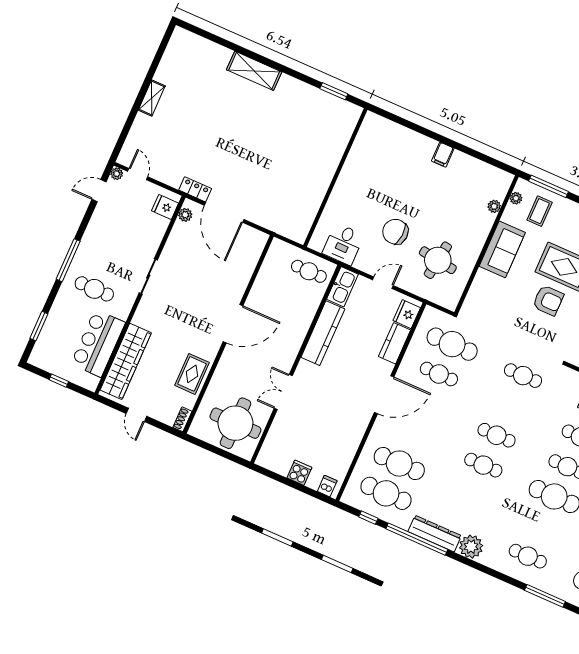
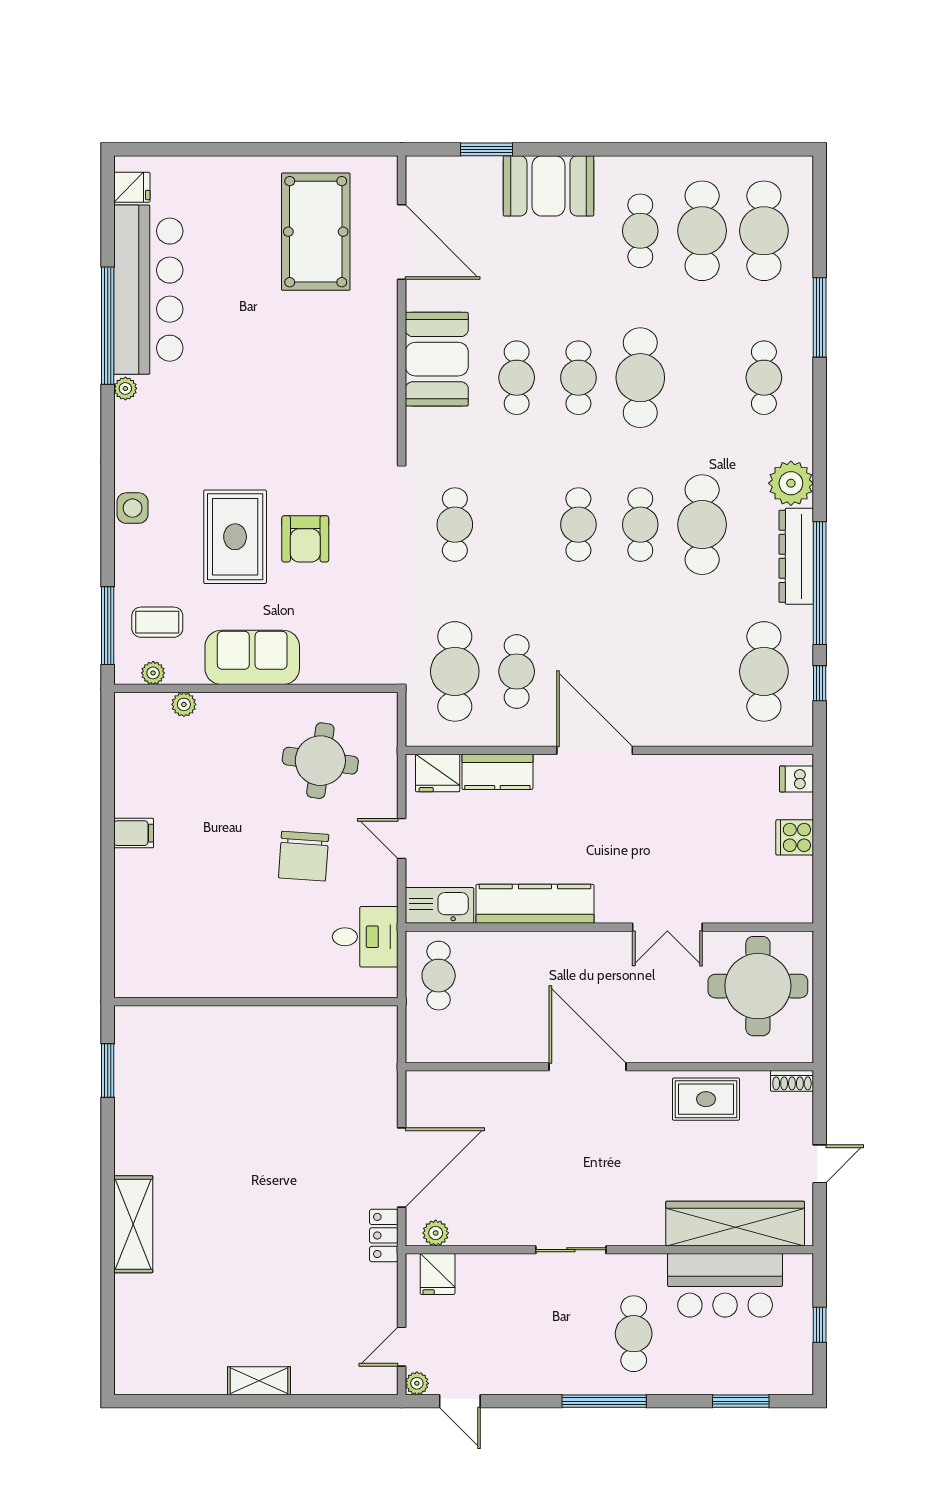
armchair: (548, 300) -> (305, 539), turned 180
cafe table: (399, 464) -> (702, 525), moved

